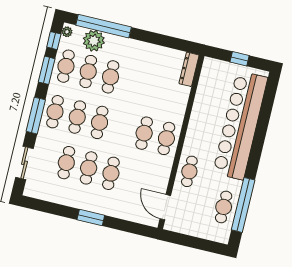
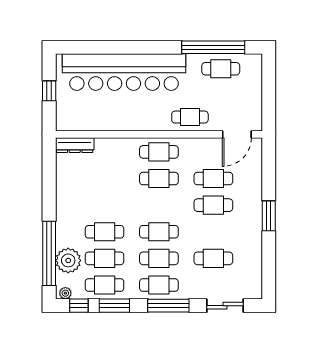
cafe table: (89, 168) -> (213, 179), moved

